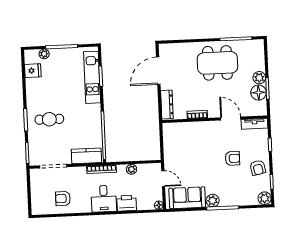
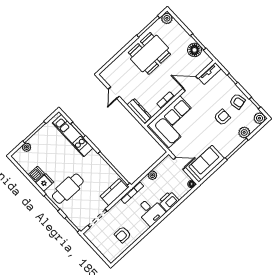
fridge: (33, 71) -> (45, 182), moved
door: (158, 71) -> (114, 93), width x0.53
plant: (259, 78) -> (167, 18), moved
dishwasher: (33, 84) -> (36, 174), added
cafe table: (49, 119) -> (68, 189), width x1.37, depth x1.35
corner sofa: (189, 139) -> (174, 122), added
armchair: (232, 158) -> (222, 117), moved
plant: (213, 201) -> (244, 132), moved

